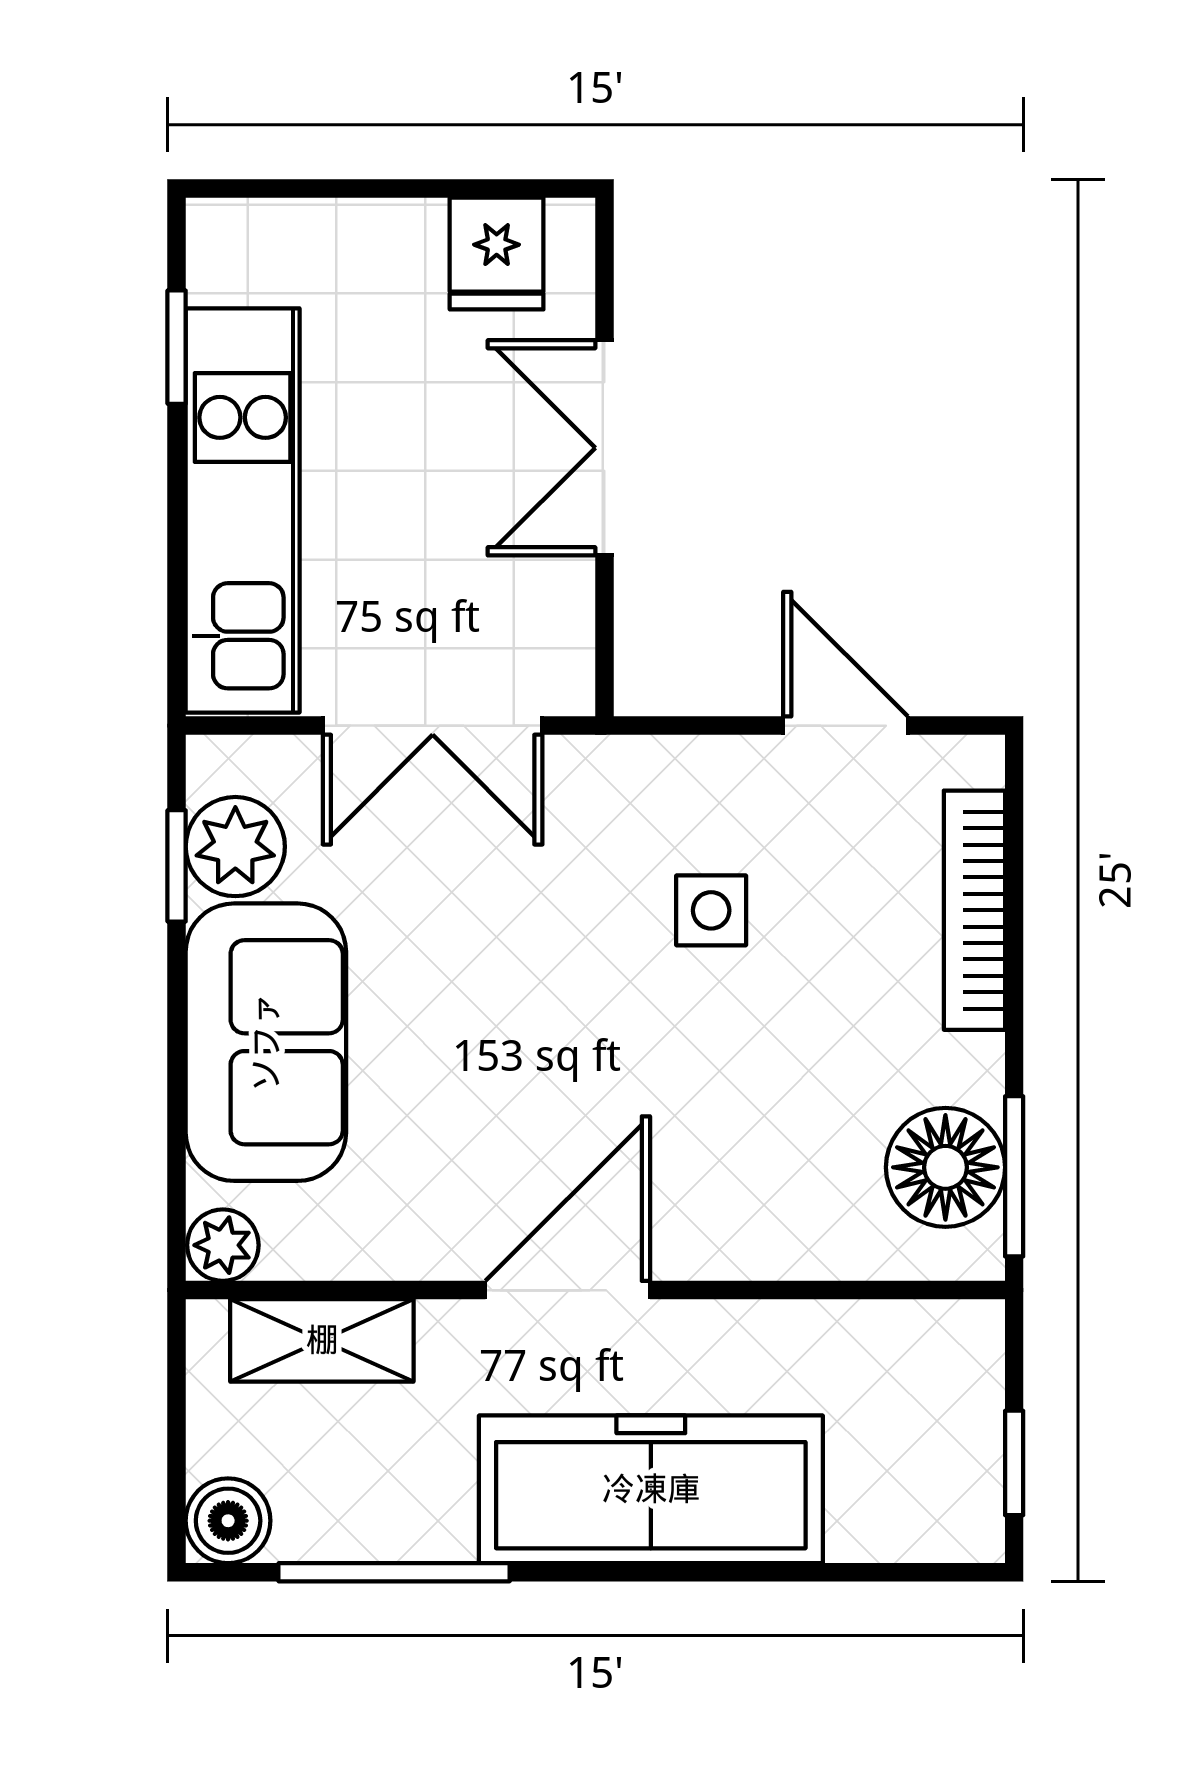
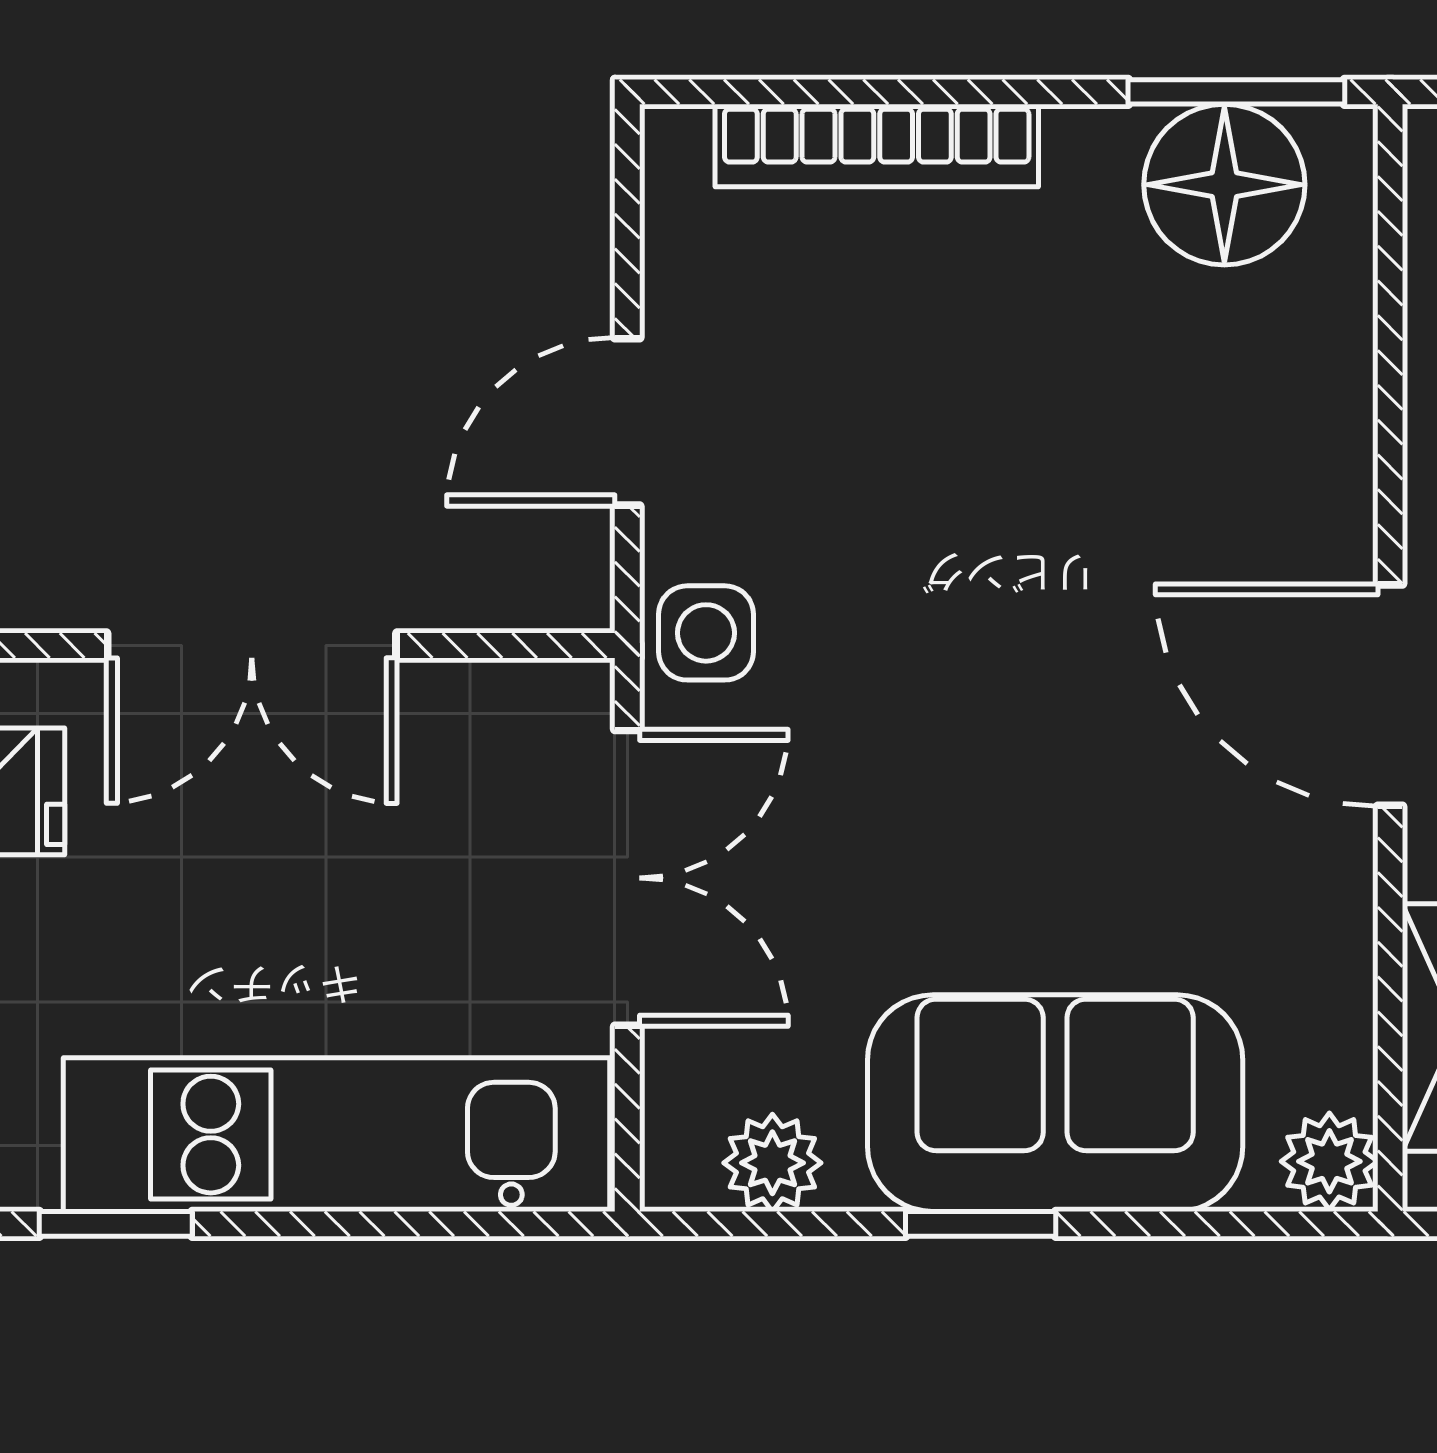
door: (845, 726) -> (627, 422), moved
plant: (235, 847) -> (772, 1163), width x0.73, depth x0.73
window: (177, 866) -> (981, 1224), moved
side table: (711, 910) -> (706, 633), moved

